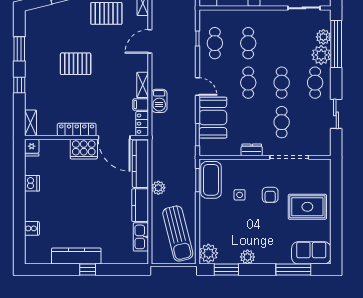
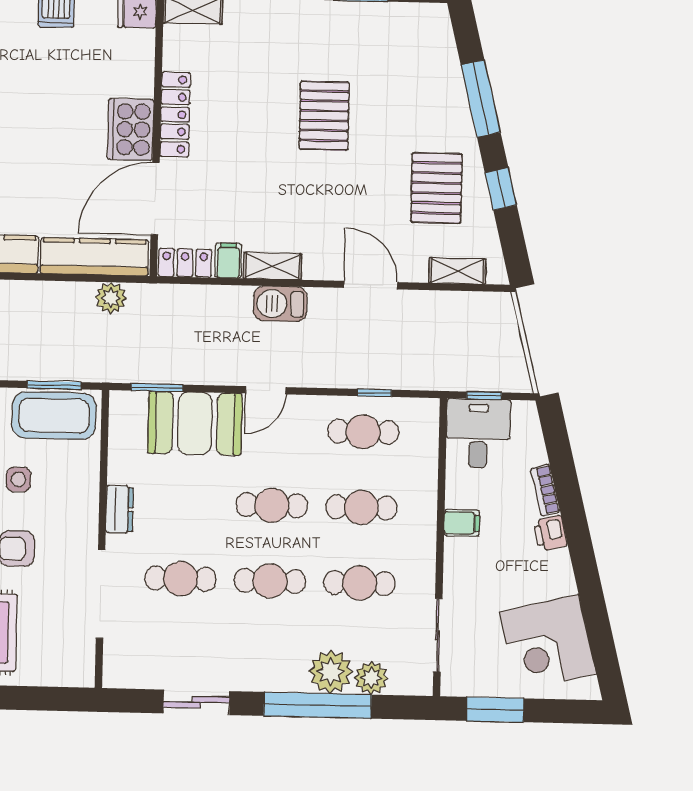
window: (336, 44) -> (318, 705), moved
cafe table: (315, 83) -> (359, 583), moved
barbecue: (159, 101) -> (280, 304), moved
plant: (158, 188) -> (111, 298), moved

